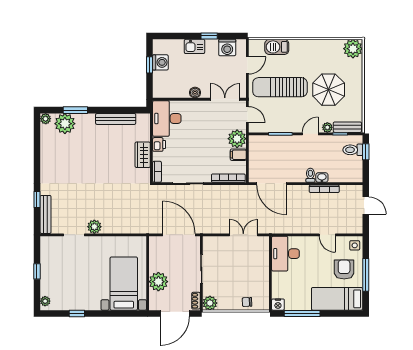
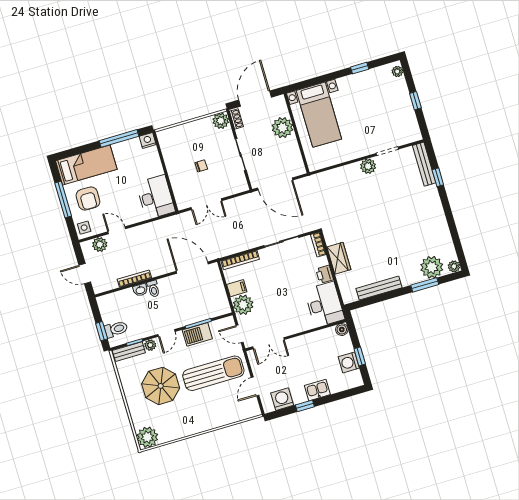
barbecue: (277, 47) -> (197, 334), moved, turned 180
boiler: (195, 93) -> (342, 329), moved
plant: (346, 227) -> (100, 244), added
chair: (247, 302) -> (201, 166), moved

